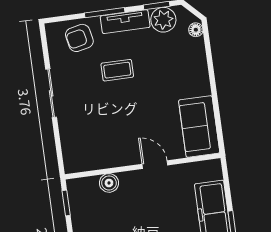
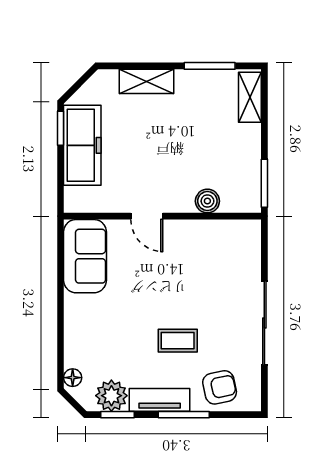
sliding door: (51, 93) -> (264, 323), width x1.37
window: (66, 203) -> (264, 183), width x1.50

